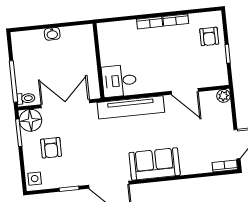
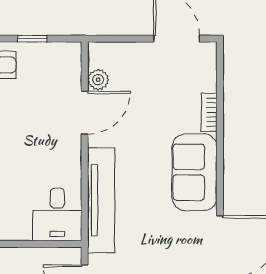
plant: (223, 96) -> (98, 80), moved
bookcase: (225, 166) -> (209, 112), moved

